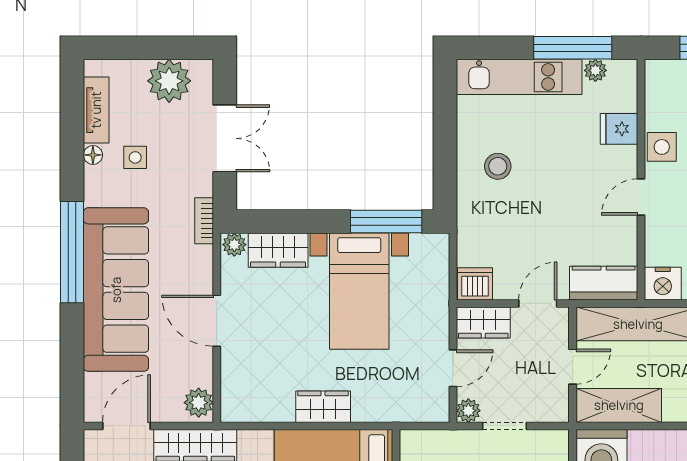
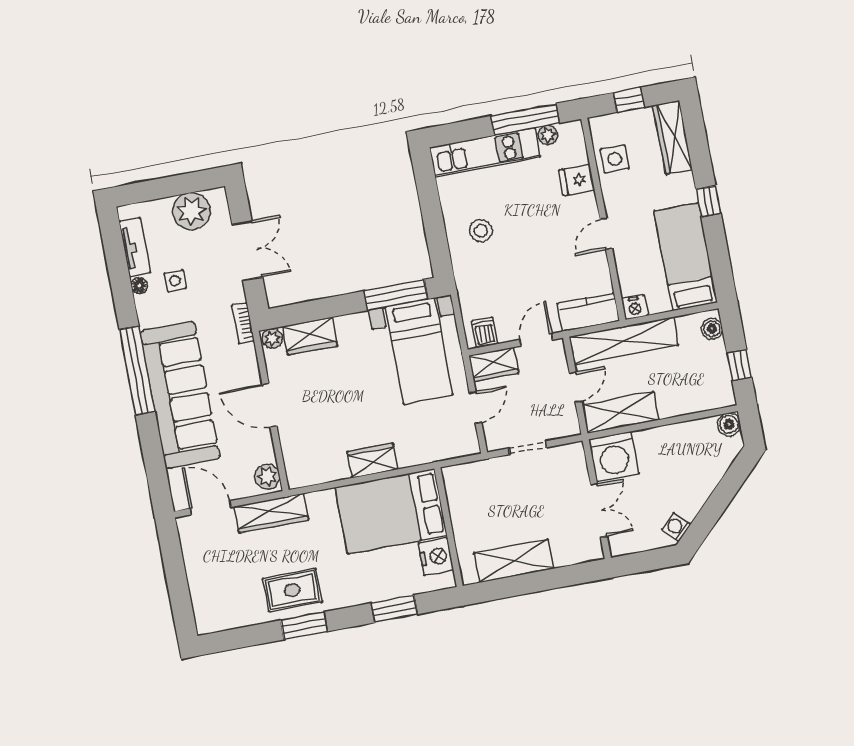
side table: (662, 147) -> (615, 159), moved
dishwasher: (475, 284) -> (485, 332), width x0.73
nightstand: (663, 284) -> (635, 307), width x0.74, depth x0.75
bed with nightstands: (359, 291) -> (419, 351), moved
plant: (468, 411) -> (495, 441), removed
door: (126, 426) -> (210, 508), hinge flipped

